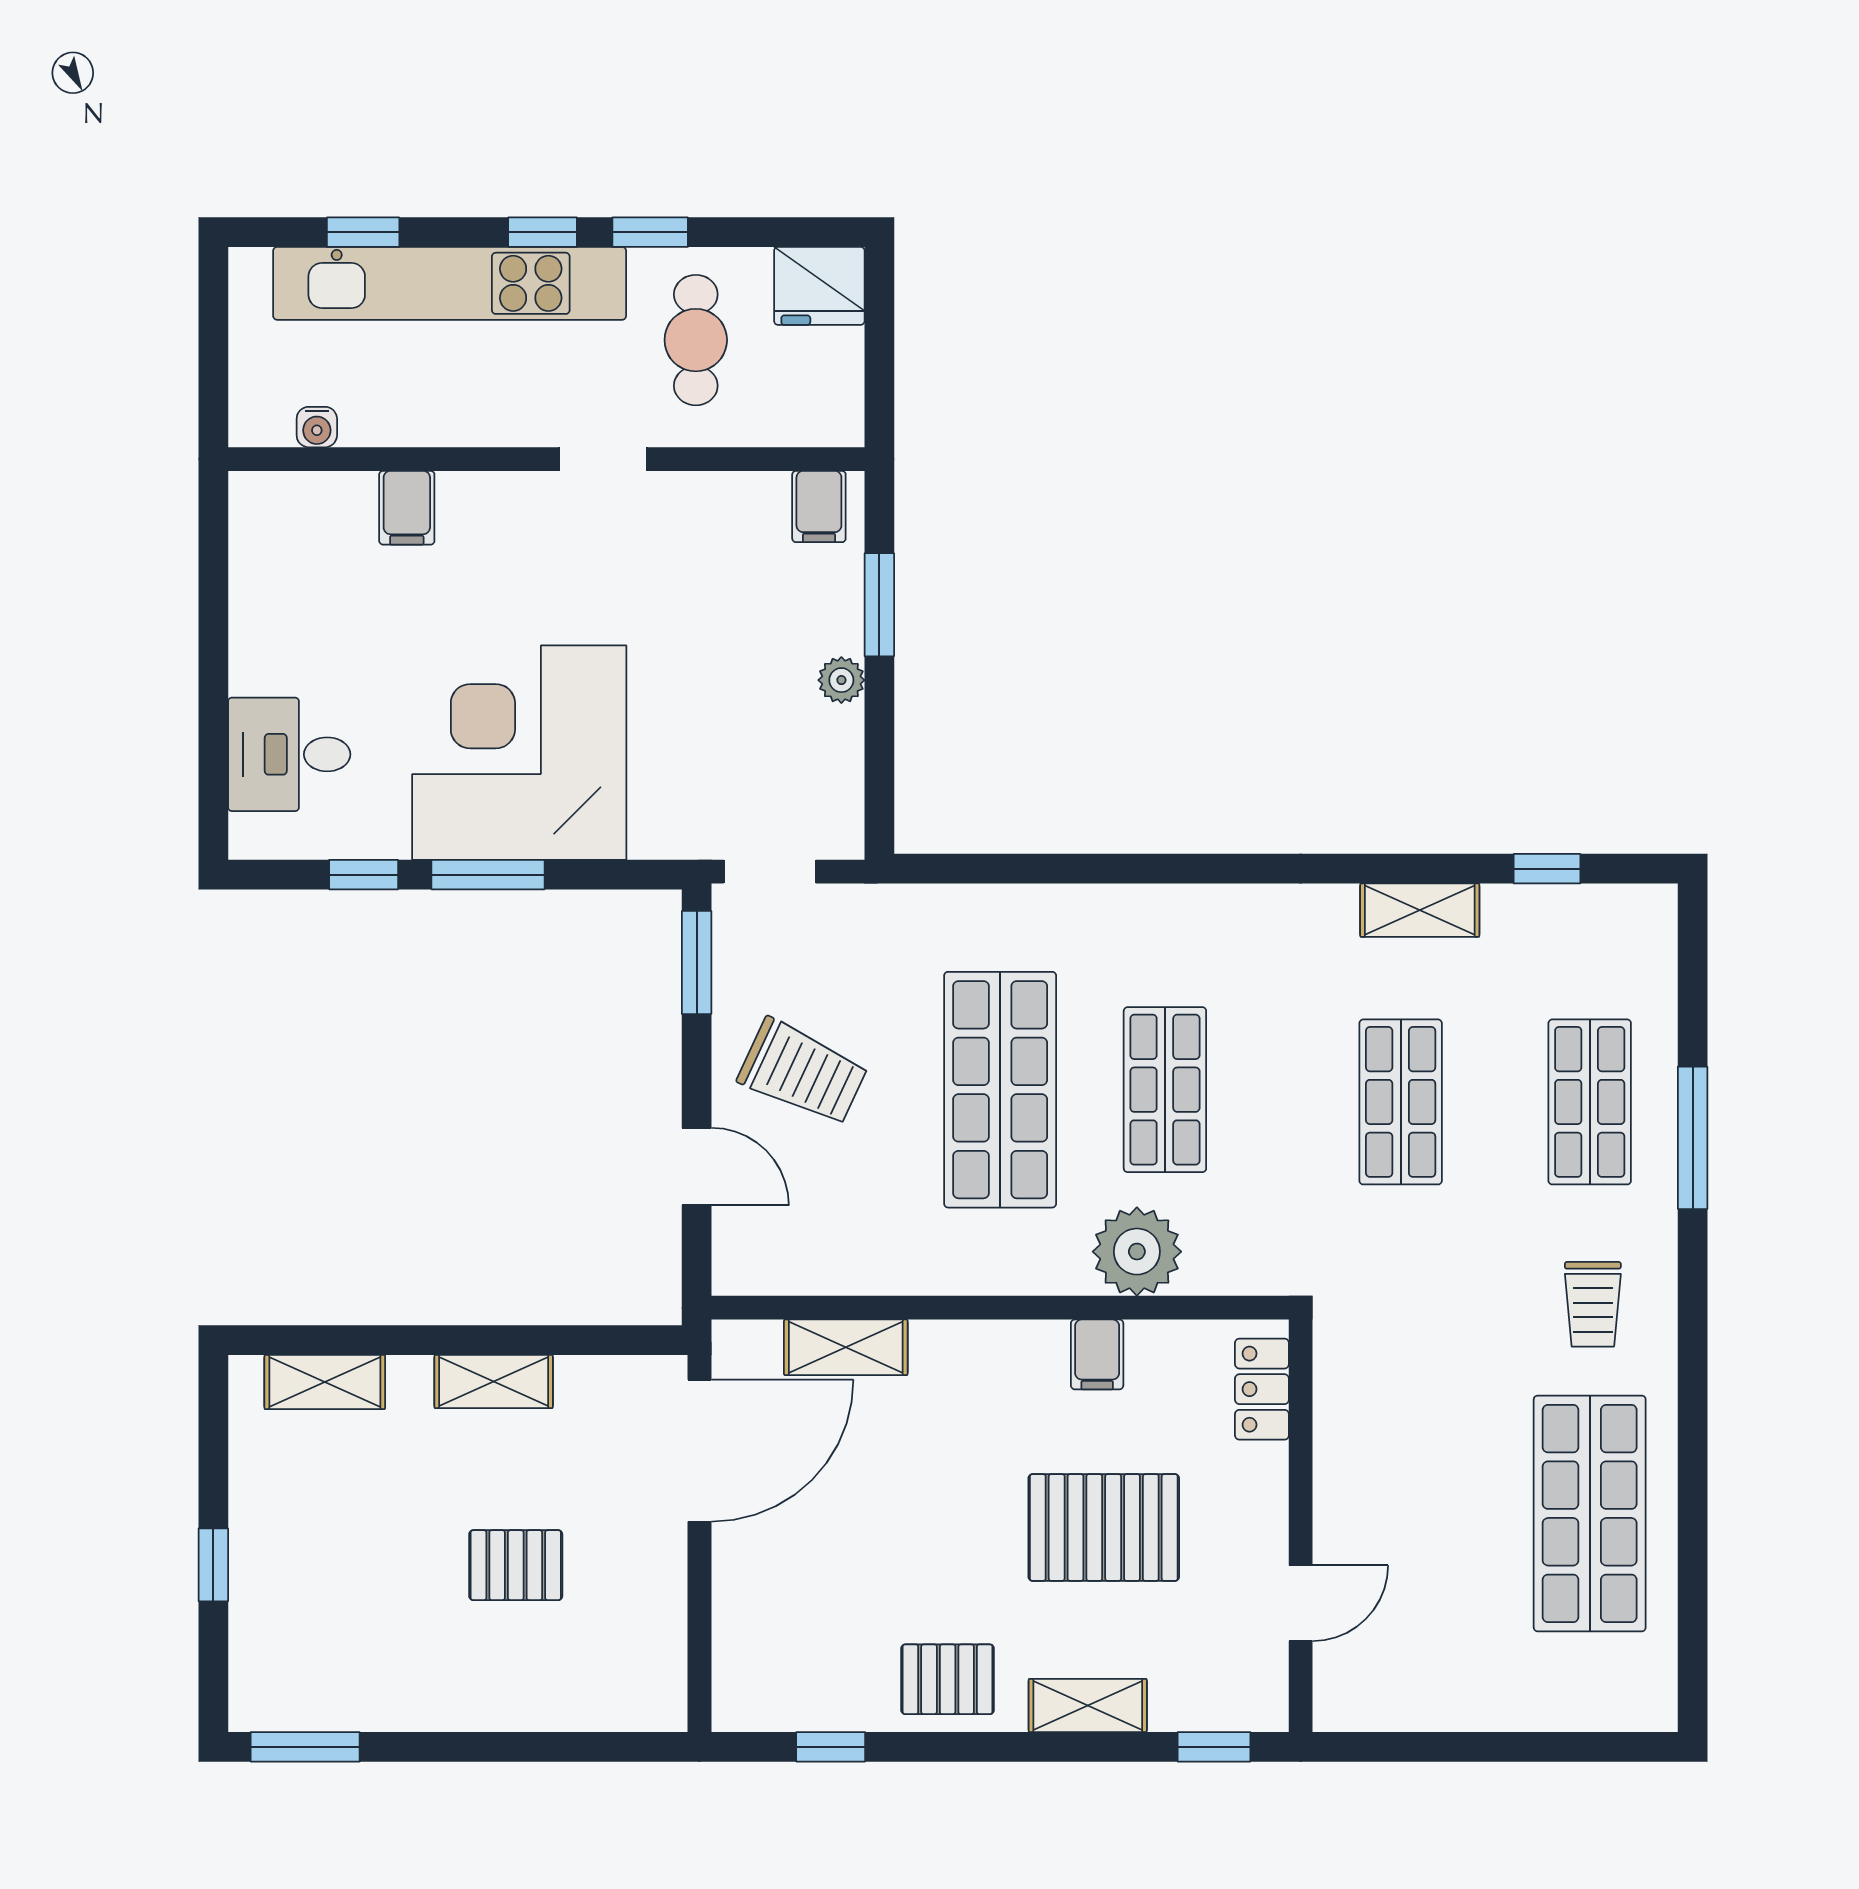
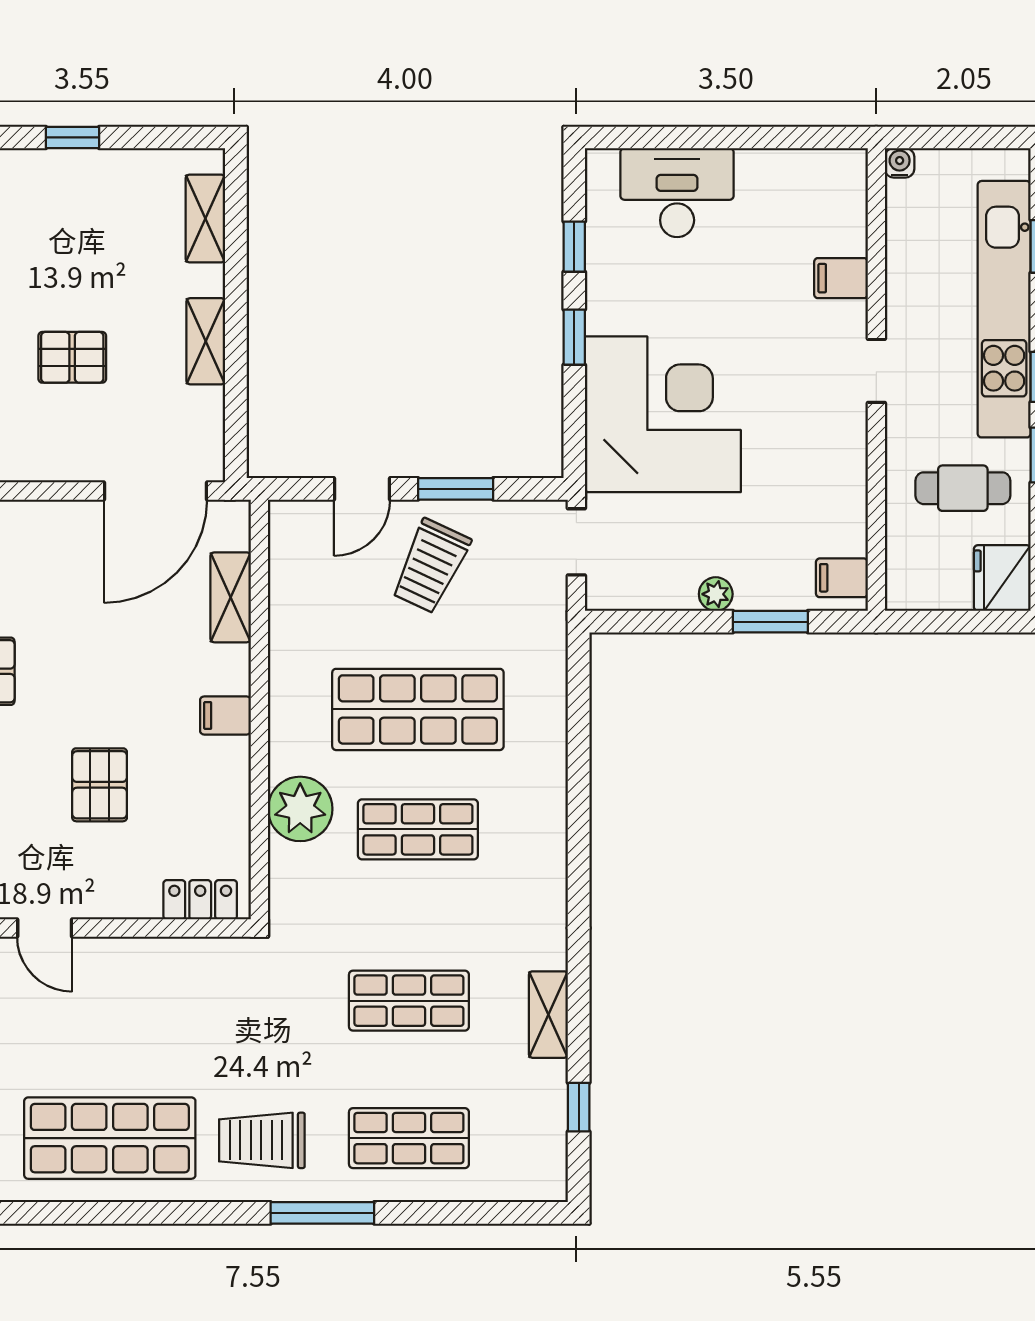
water cooler: (317, 427) -> (900, 163), moved, turned 90
doorway: (603, 459) -> (876, 371), moved
corner desk: (519, 753) -> (663, 414), moved
desk: (289, 754) -> (677, 193), width x1.37
window: (488, 875) -> (574, 337), width x0.67
window: (697, 962) -> (456, 489), moved
window: (1693, 1138) -> (322, 1213), moved
trolley: (1593, 1304) -> (262, 1140), width x1.36, depth x1.39
filing cabinet: (1097, 1354) -> (225, 715), moved
door: (700, 1451) -> (155, 491), hinge flipped
pallet: (1104, 1528) -> (100, 785), width x0.67, depth x0.71
pallet: (516, 1565) -> (72, 357), turned 90

